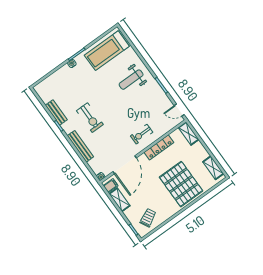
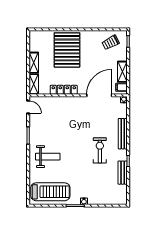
exercise bike: (142, 134) -> (70, 109), removed
shelving: (213, 168) -> (34, 63), moved

